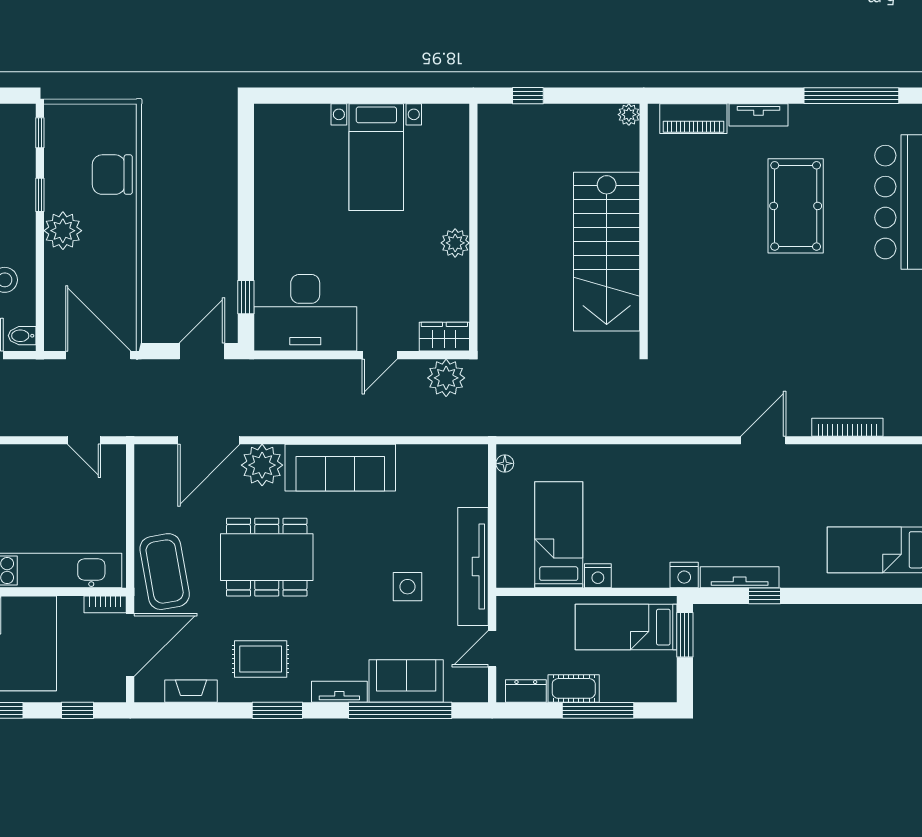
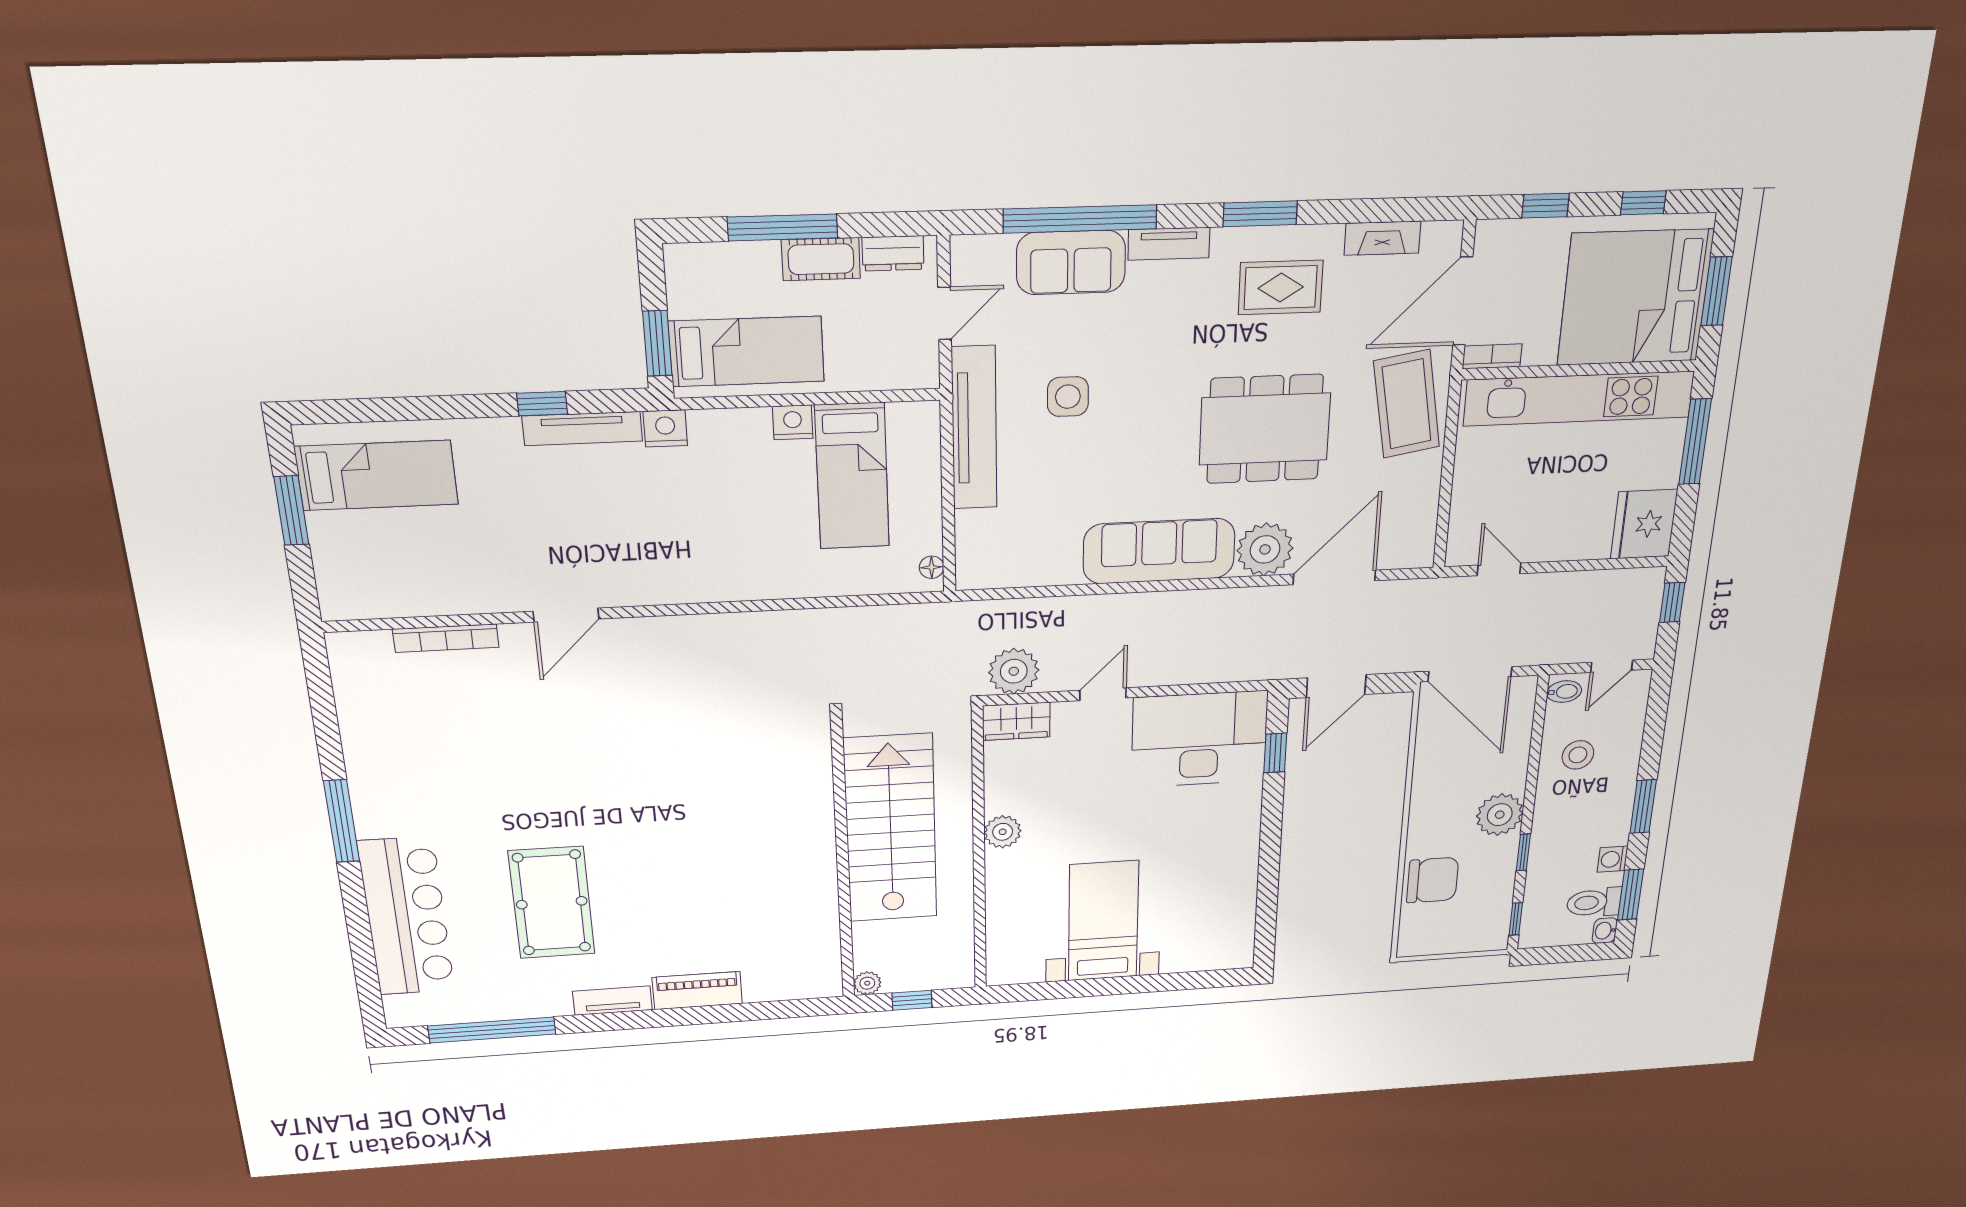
plant: (629, 115) -> (867, 983), moved
wall: (644, 227) -> (843, 860), moved
stairs: (607, 252) -> (891, 829), moved

